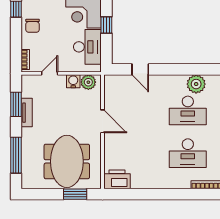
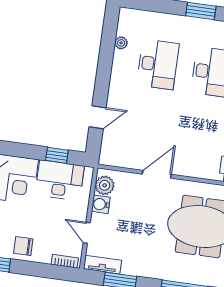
window: (106, 25) -> (57, 155), moved
chair: (33, 26) -> (23, 246), turned 180
plant: (196, 84) -> (121, 43), width x0.53, depth x0.53
tv unit: (27, 113) -> (102, 265), moved

